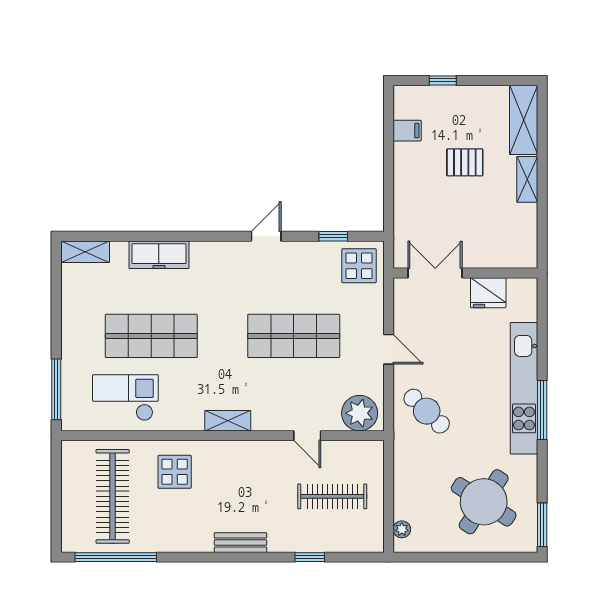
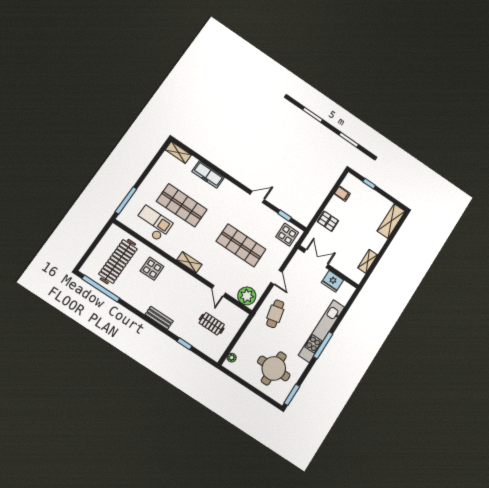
pallet: (465, 162) -> (328, 221), moved
shelving: (527, 179) -> (368, 261), moved
cafe table: (427, 411) -> (275, 314), turned 33
clothes rail: (332, 496) -> (212, 324), width x0.73
round table: (484, 502) -> (274, 368), turned -33

